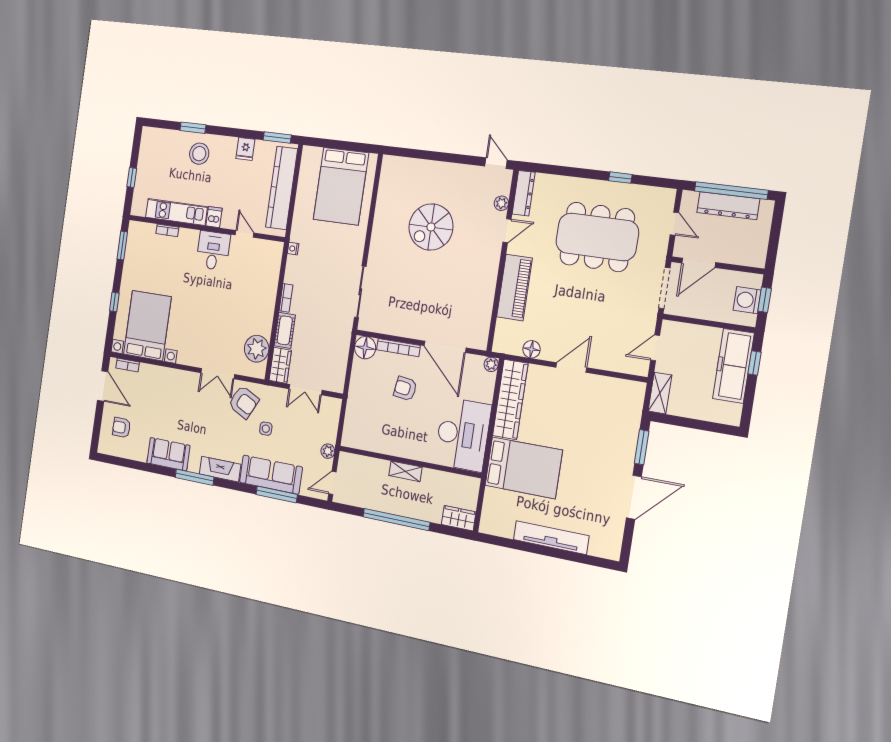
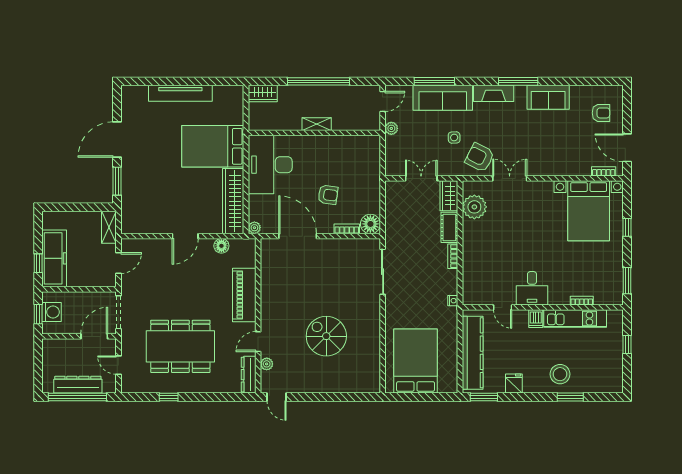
spiral stairs: (431, 227) -> (326, 336), turned -90
bookcase: (398, 348) -> (347, 229), width x0.64

